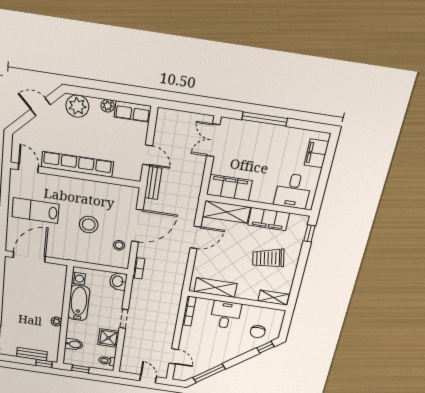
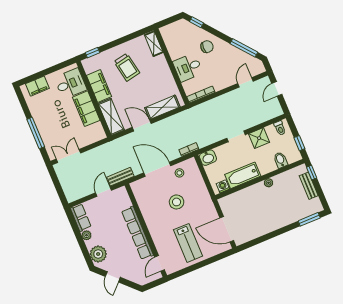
double door: (213, 140) -> (68, 156), swing flipped
filing cabinet: (229, 188) -> (86, 109), moved
shelving: (216, 288) -> (162, 107), moved, turned 90
chair: (258, 332) -> (207, 47), moved

